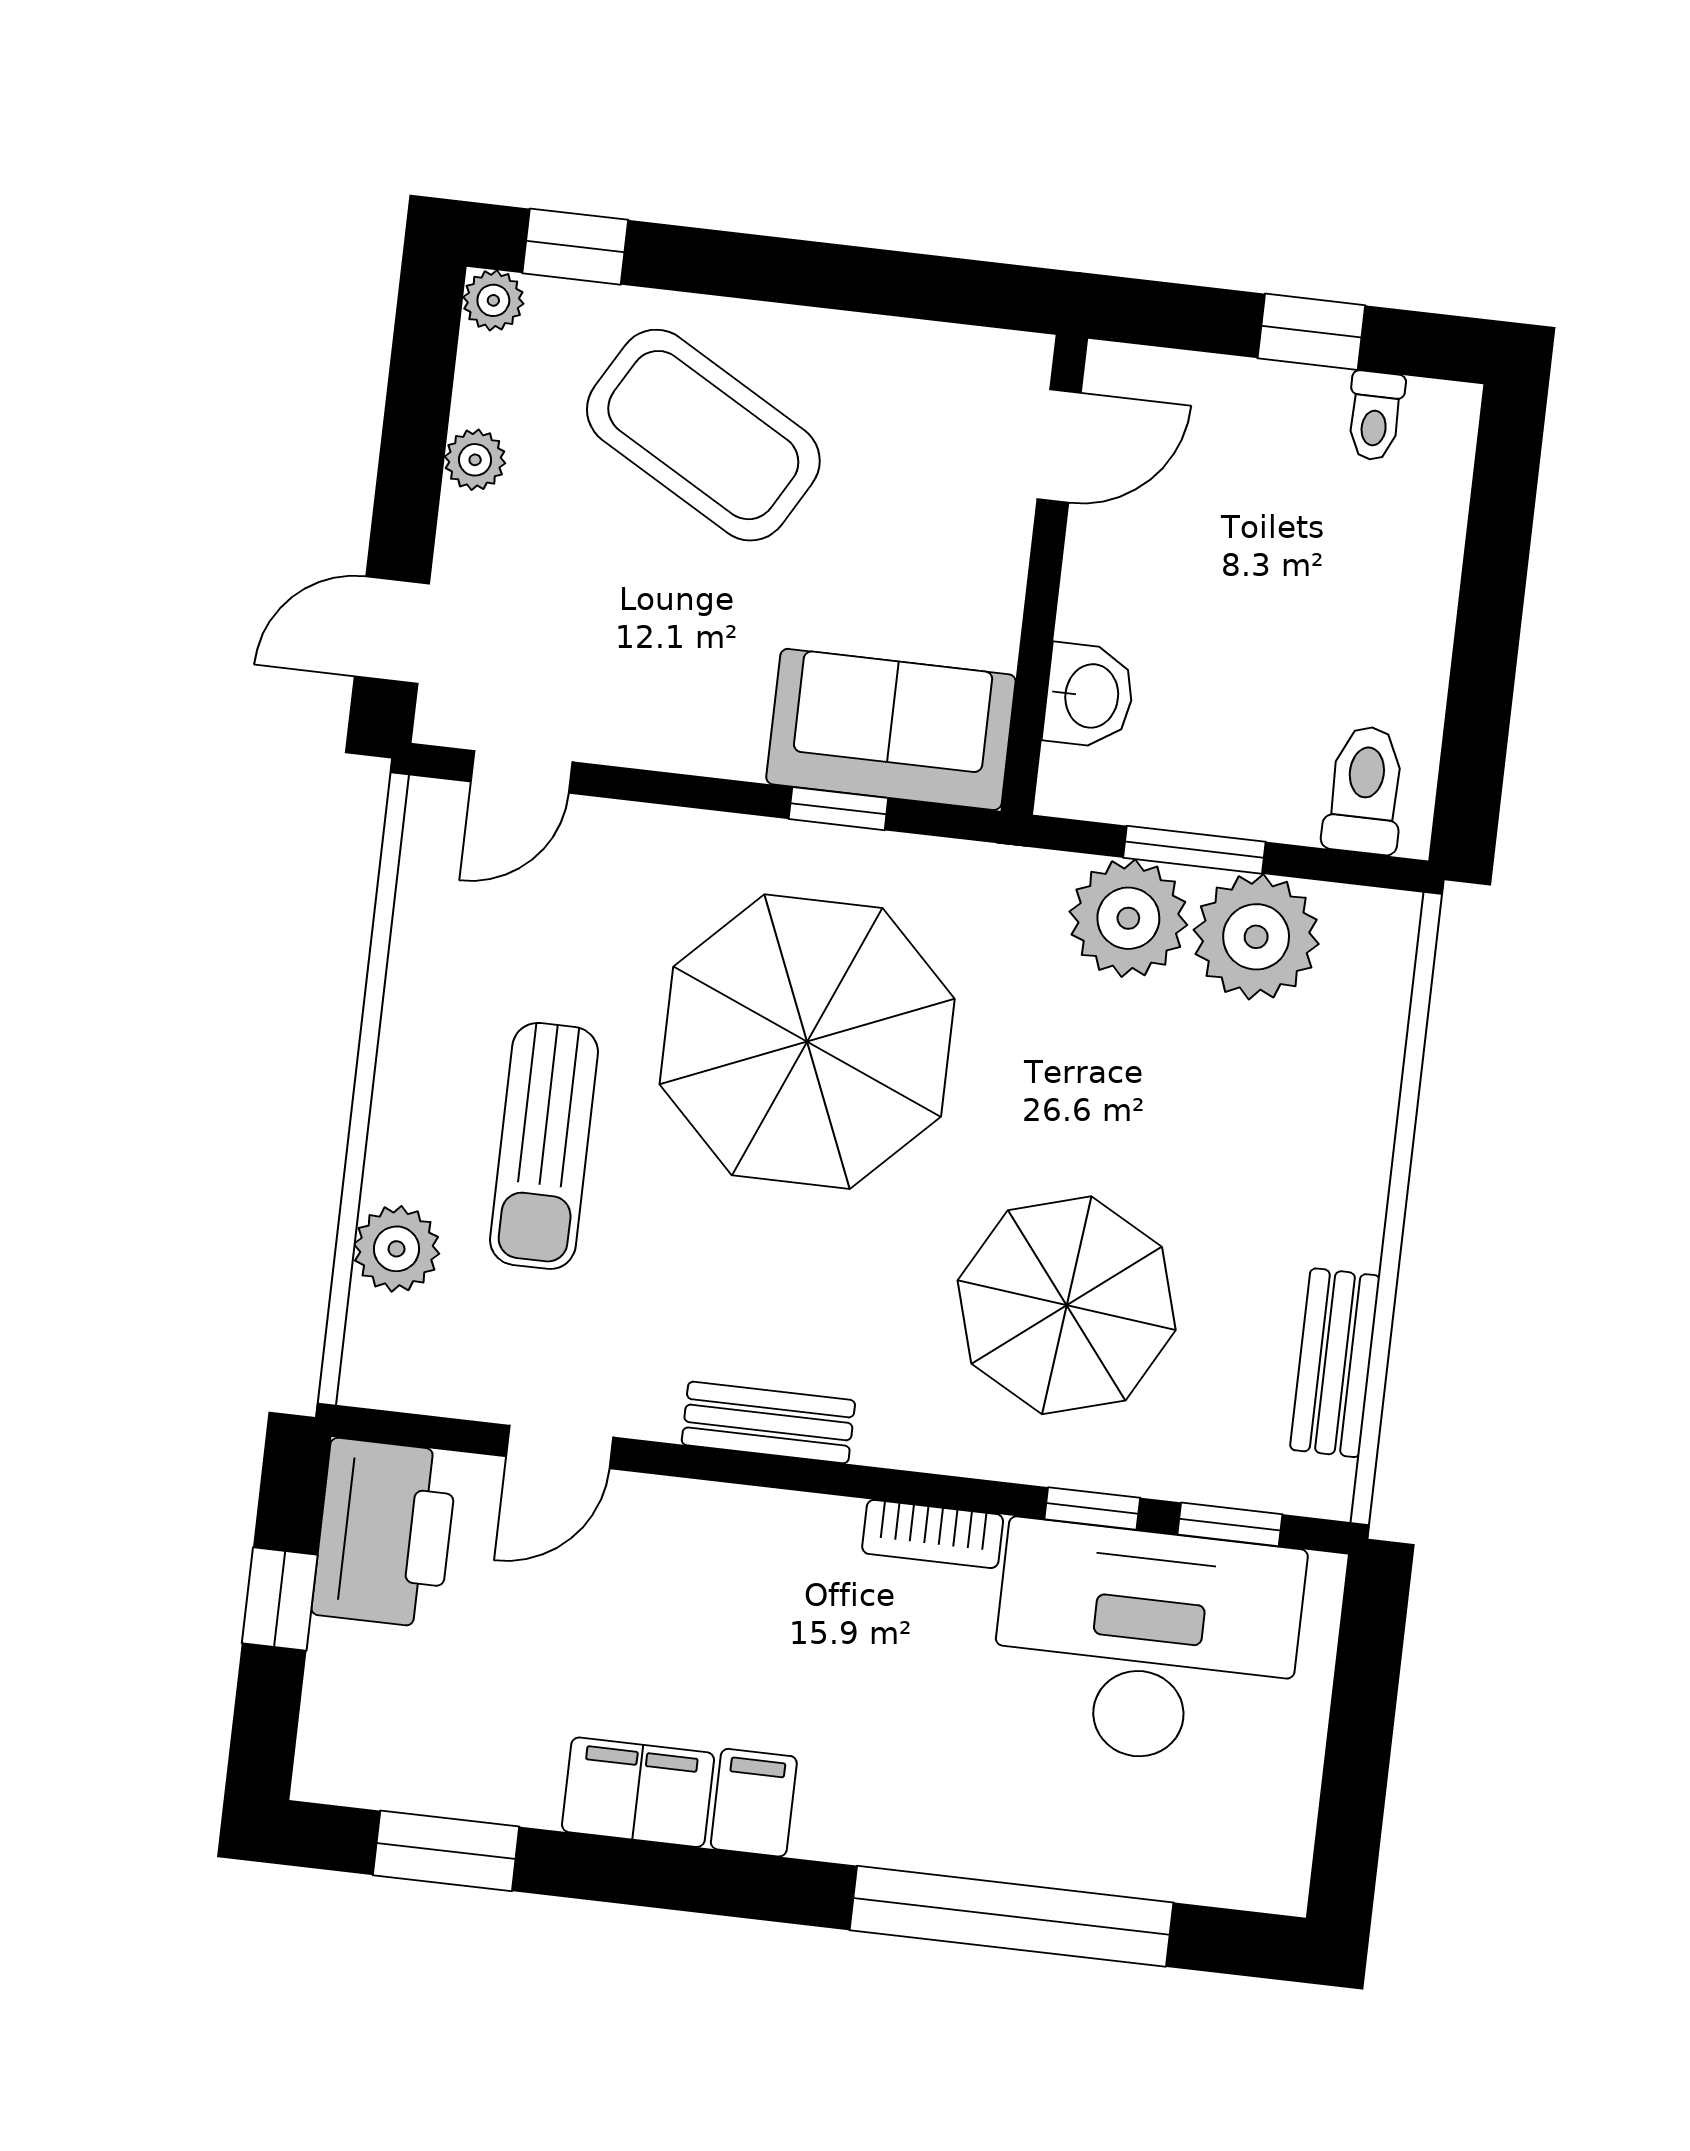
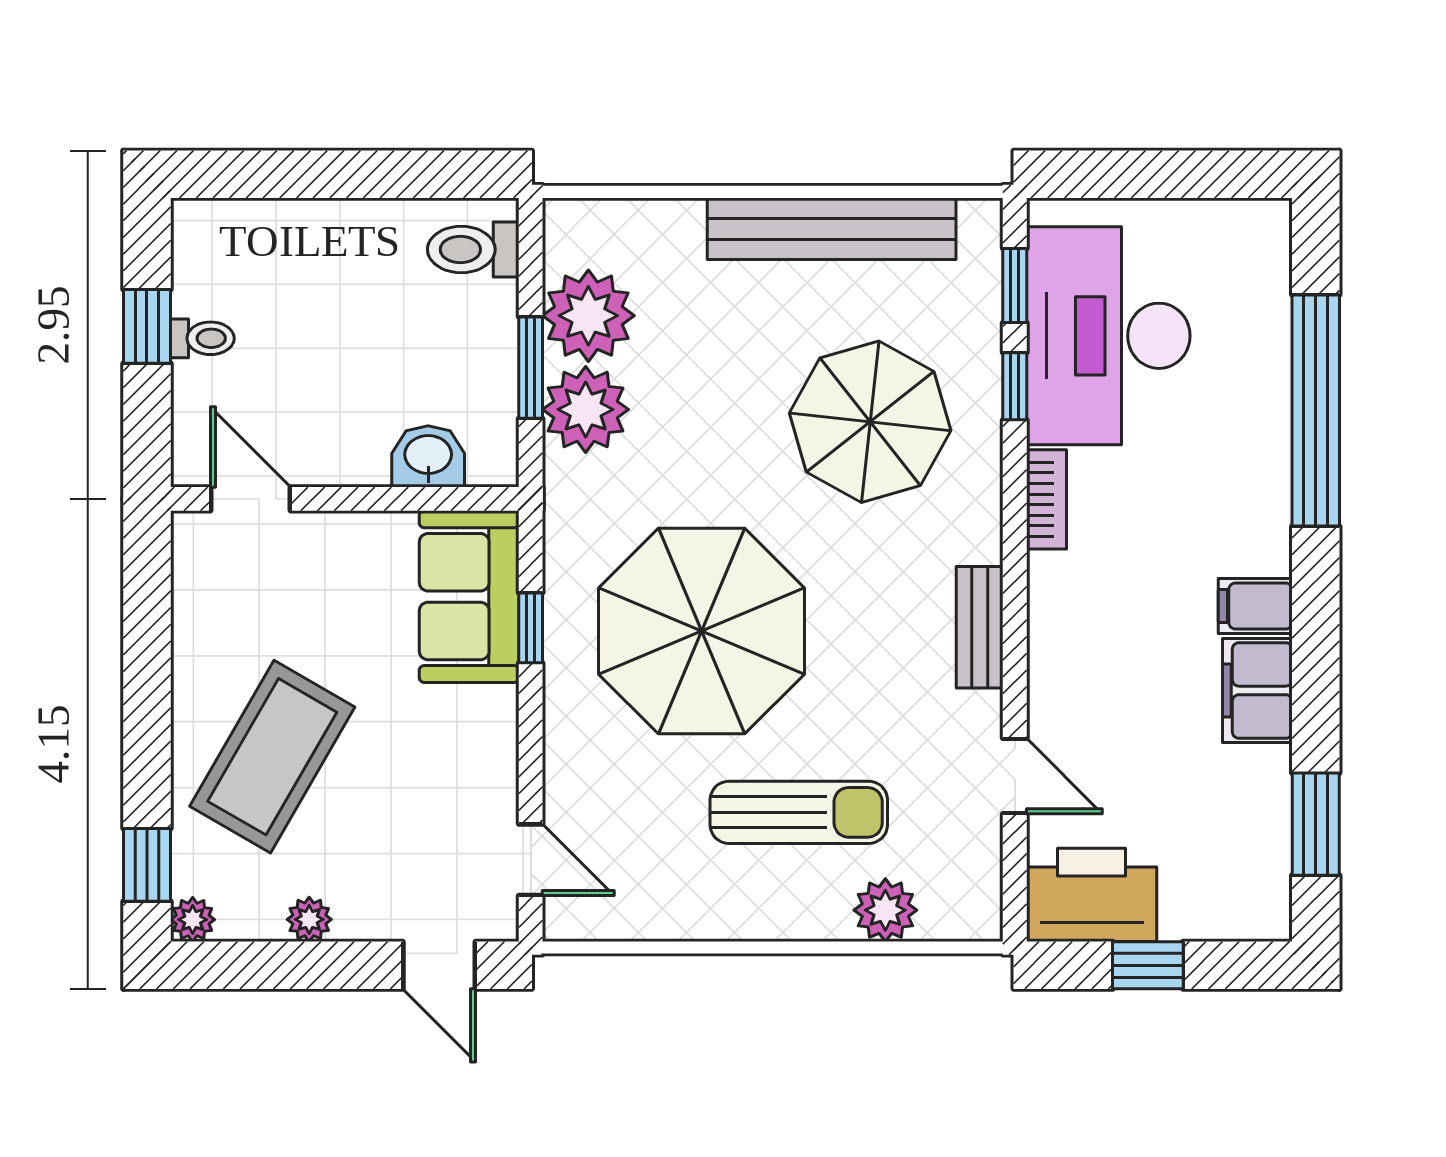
toilet: (1375, 416) -> (202, 338), moved
bench: (1335, 1363) -> (832, 229), width x1.86, depth x1.21

